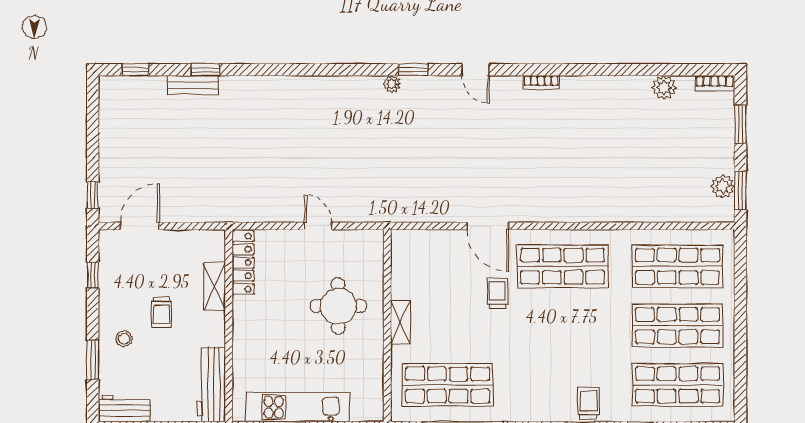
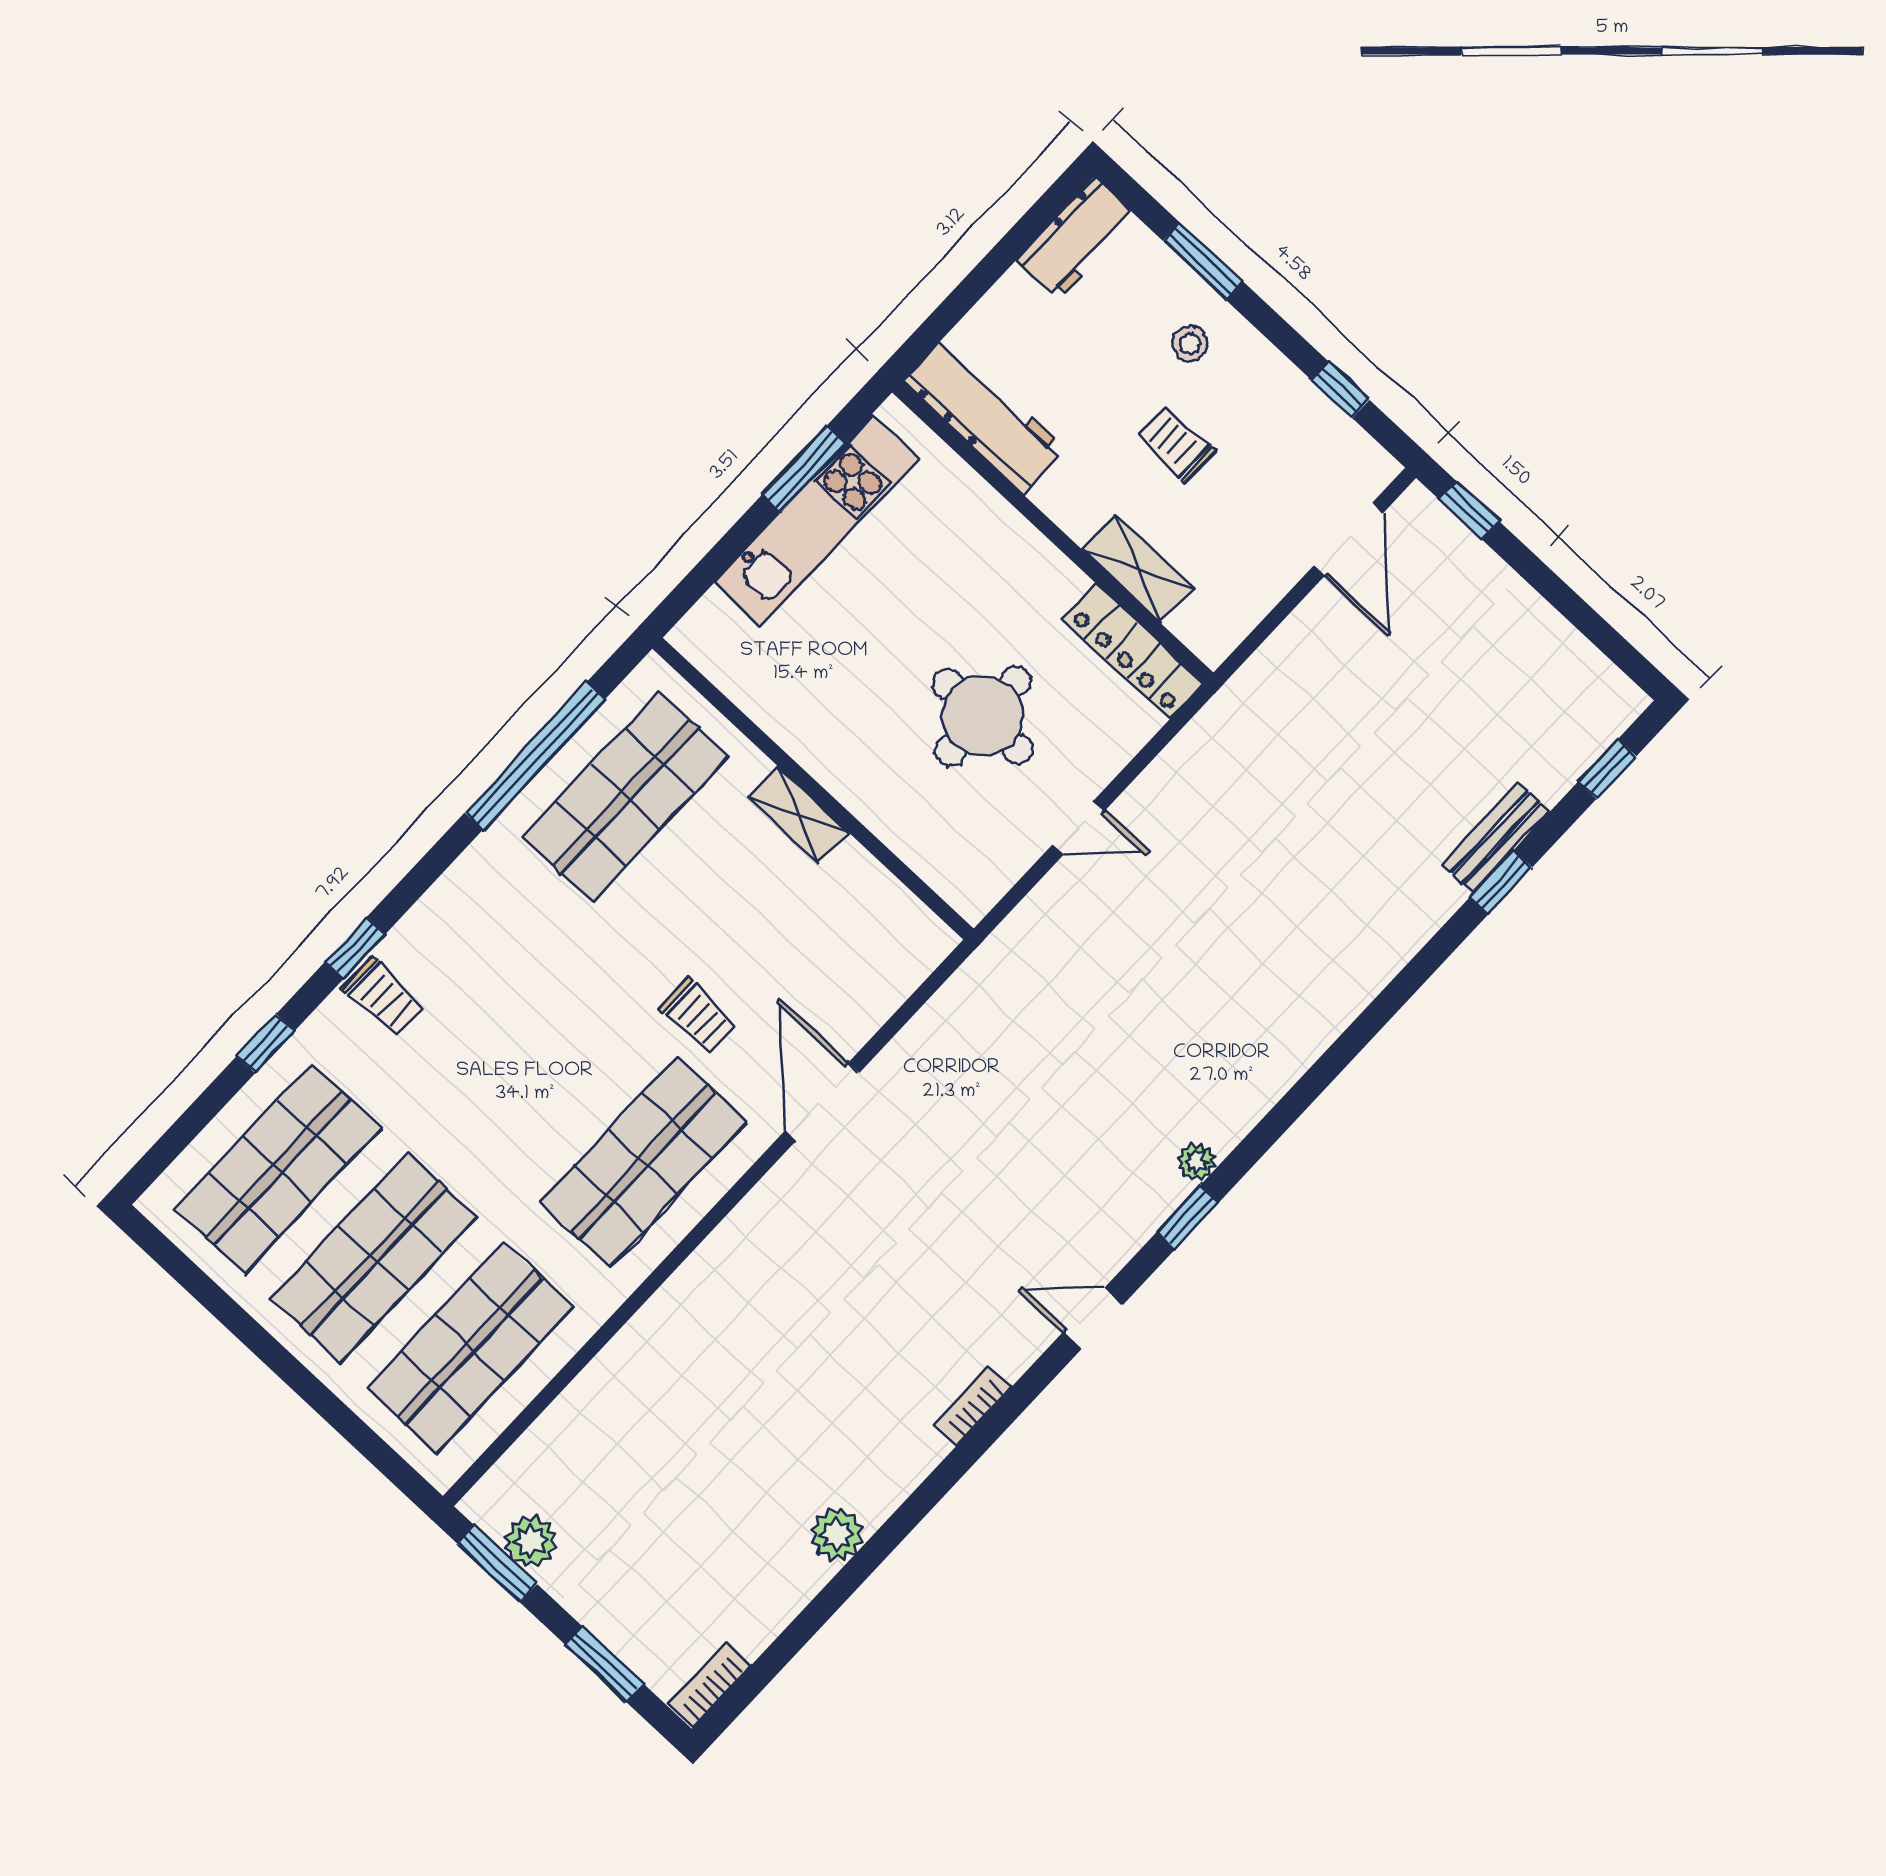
plant: (664, 88) -> (837, 1535), moved
door: (488, 226) -> (822, 1102), hinge flipped
round table: (338, 306) -> (983, 716), moved

